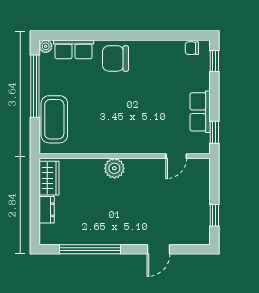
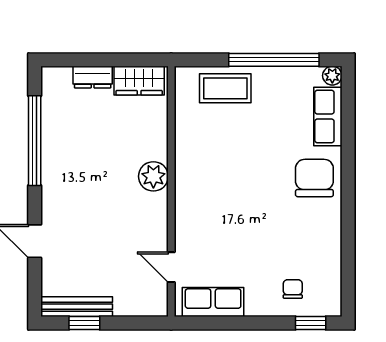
chair: (192, 48) -> (293, 289), moved
row of seats: (200, 112) -> (213, 302), moved
coffee table: (54, 119) -> (225, 88), width x0.73, depth x0.76
window: (214, 132) -> (206, 323), removed
bench: (203, 221) -> (77, 307), added

